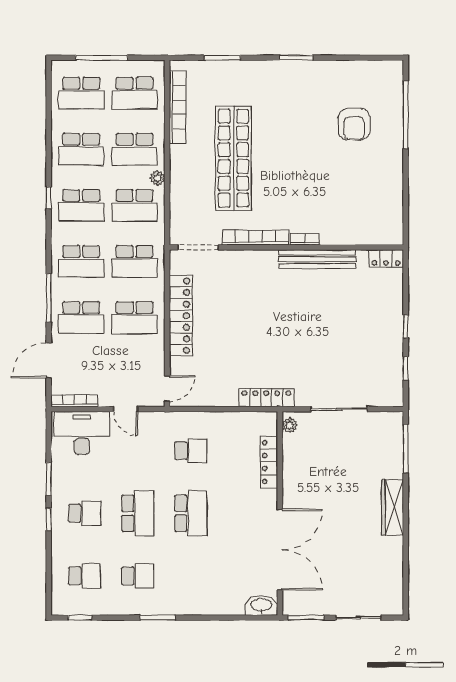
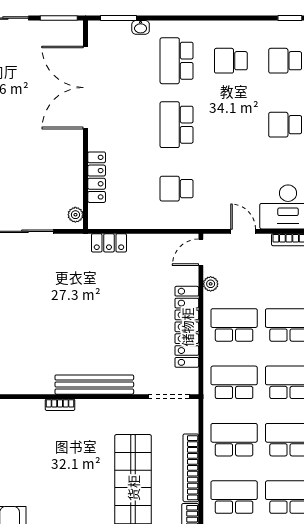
plant: (157, 178) -> (211, 284), moved
bookcase: (256, 238) -> (191, 468), moved, turned 90
bench: (317, 259) -> (94, 385), moved
locker: (266, 398) -> (109, 243), width x0.66
school desk: (138, 513) -> (177, 61), moved
washbasin: (261, 605) -> (141, 27), moved, width x0.52, depth x0.69
window: (158, 618) -> (119, 18), moved

